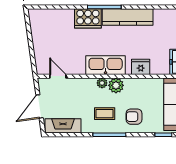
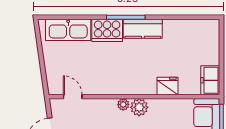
kitchen counter: (128, 17) -> (143, 29), width x0.67
kitchen sink: (106, 65) -> (68, 30), moved, turned 180

